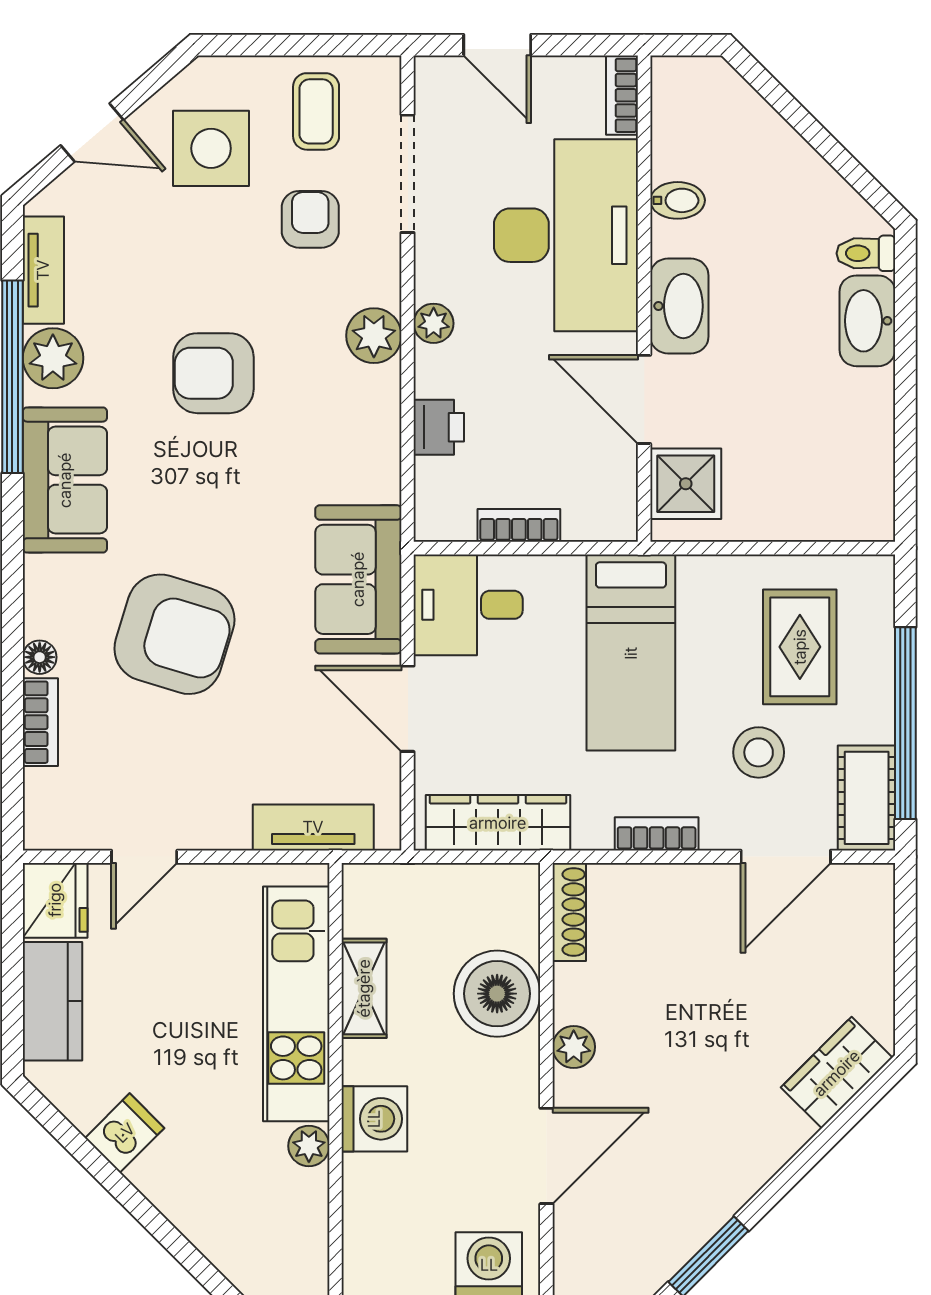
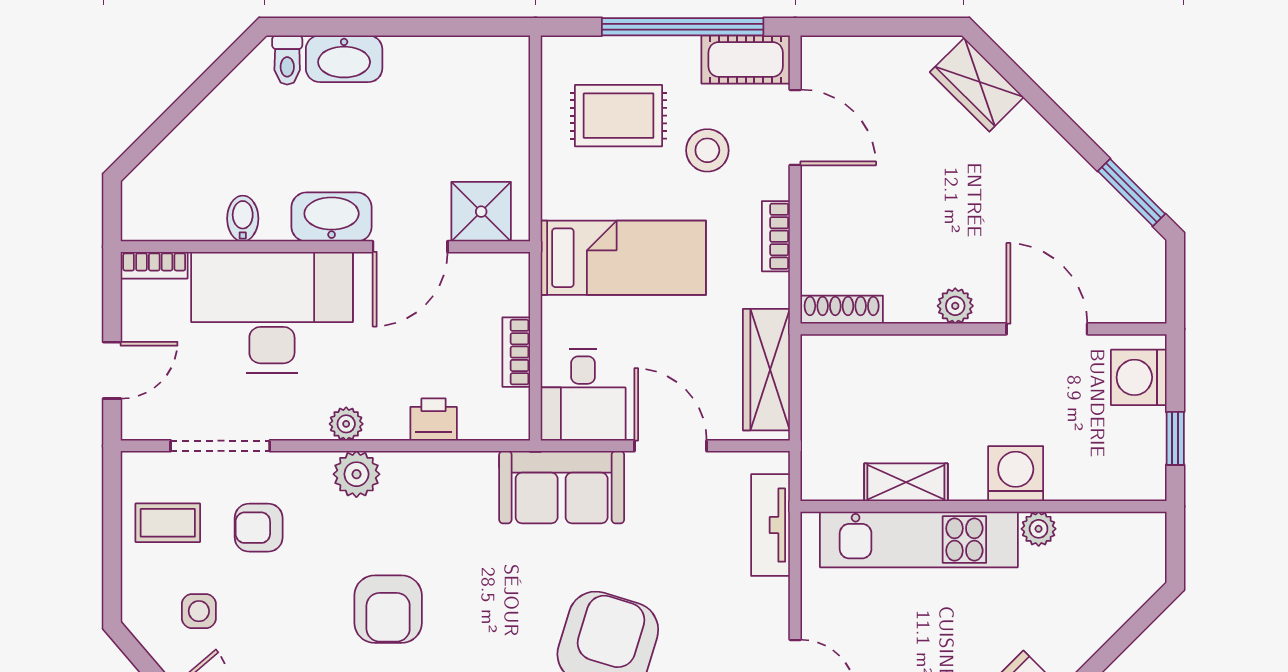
side table: (211, 148) -> (199, 611), width x0.54, depth x0.54
door: (408, 709) -> (671, 446), swing flipped
boiler: (497, 994) -> (910, 370), removed

